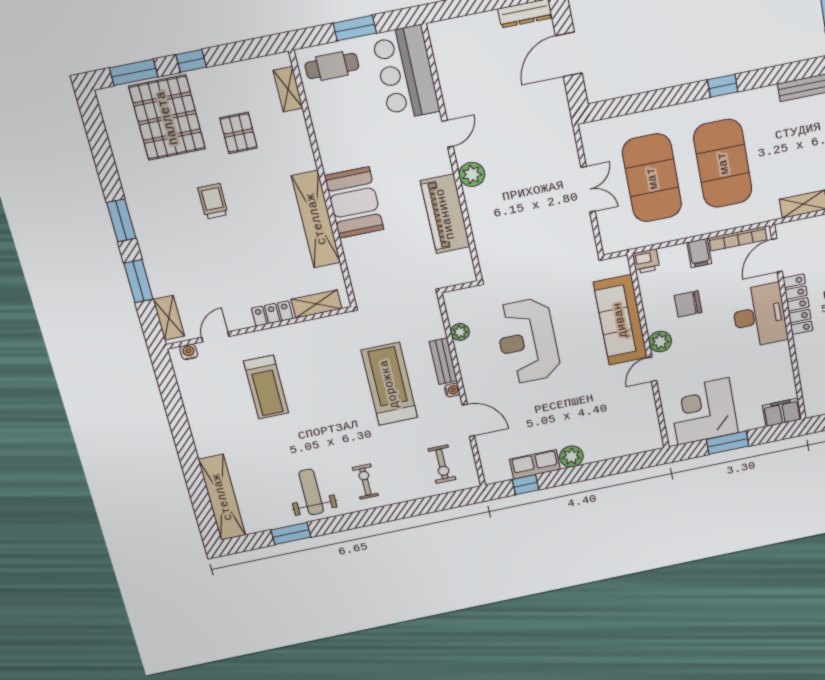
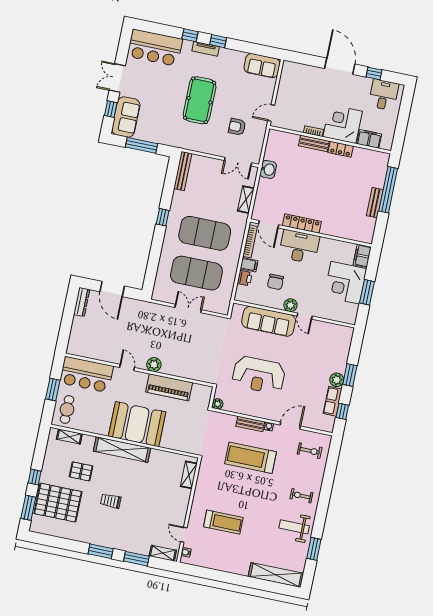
booth: (354, 203) -> (137, 424), width x1.36, depth x1.42
shelving: (316, 219) -> (122, 450), moved
printer: (646, 261) -> (245, 278), moved
locker: (272, 313) -> (184, 500), removed
plant: (460, 332) -> (218, 404), moved
corner desk: (703, 411) -> (345, 283), moved
window: (587, 472) -> (350, 375), added

